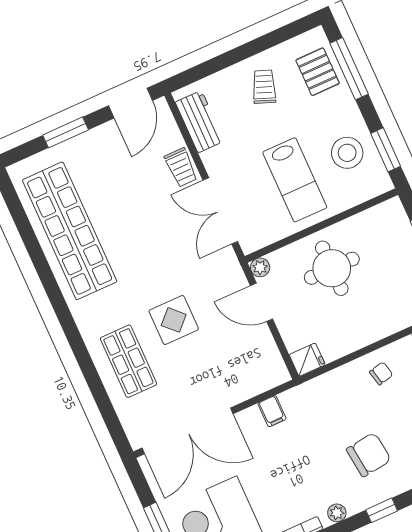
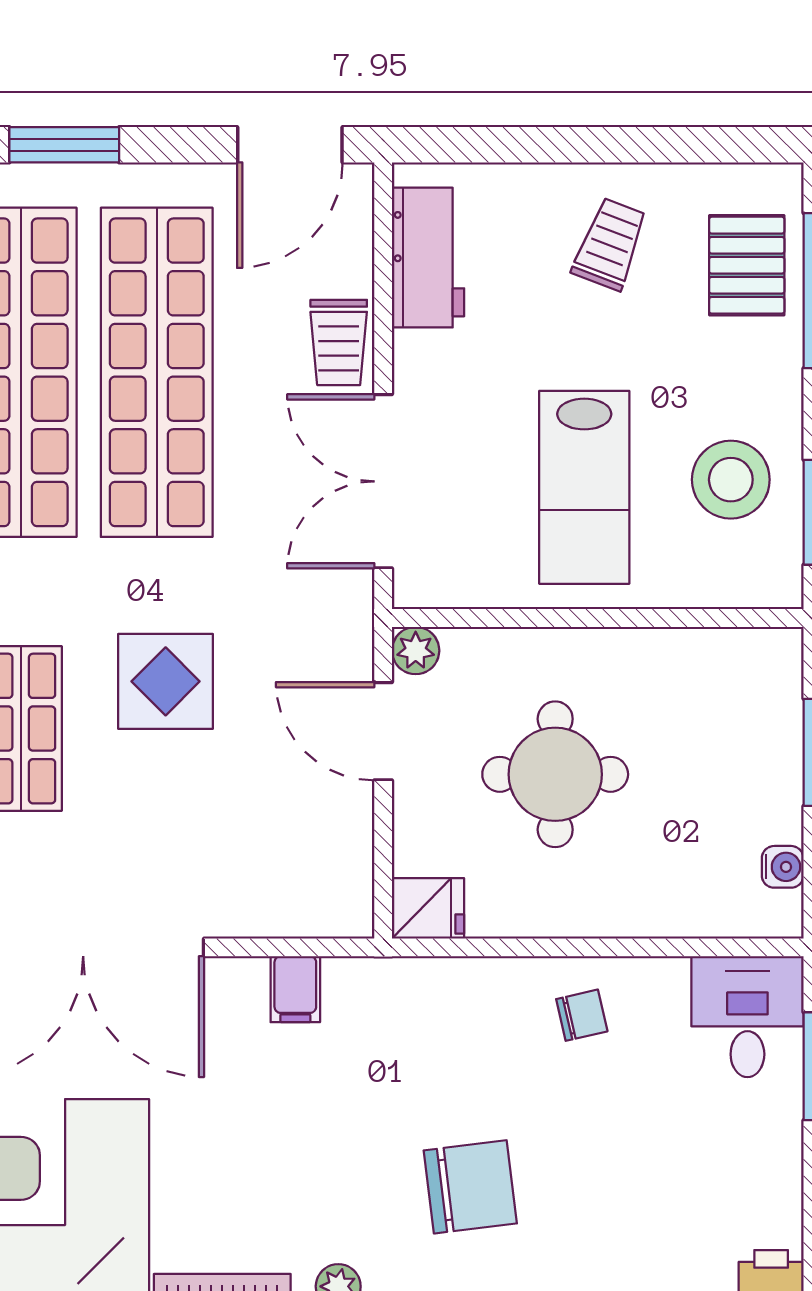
window: (66, 132) -> (64, 145), moved
shop shelf: (119, 208) -> (157, 372), added
round table: (332, 268) -> (555, 774), moved

